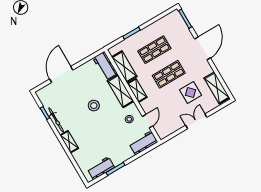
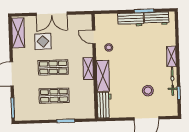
shelving: (124, 67) -> (88, 95), removed
stool: (94, 106) -> (148, 91), moved
door: (148, 121) -> (94, 37), hinge flipped
double door: (196, 121) -> (52, 14), width x1.37
workbench: (143, 143) -> (131, 19), moved

